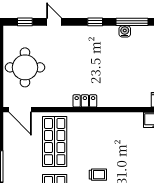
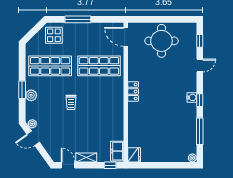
water cooler: (125, 31) -> (192, 97), moved
door: (20, 110) -> (126, 37), hinge flipped

